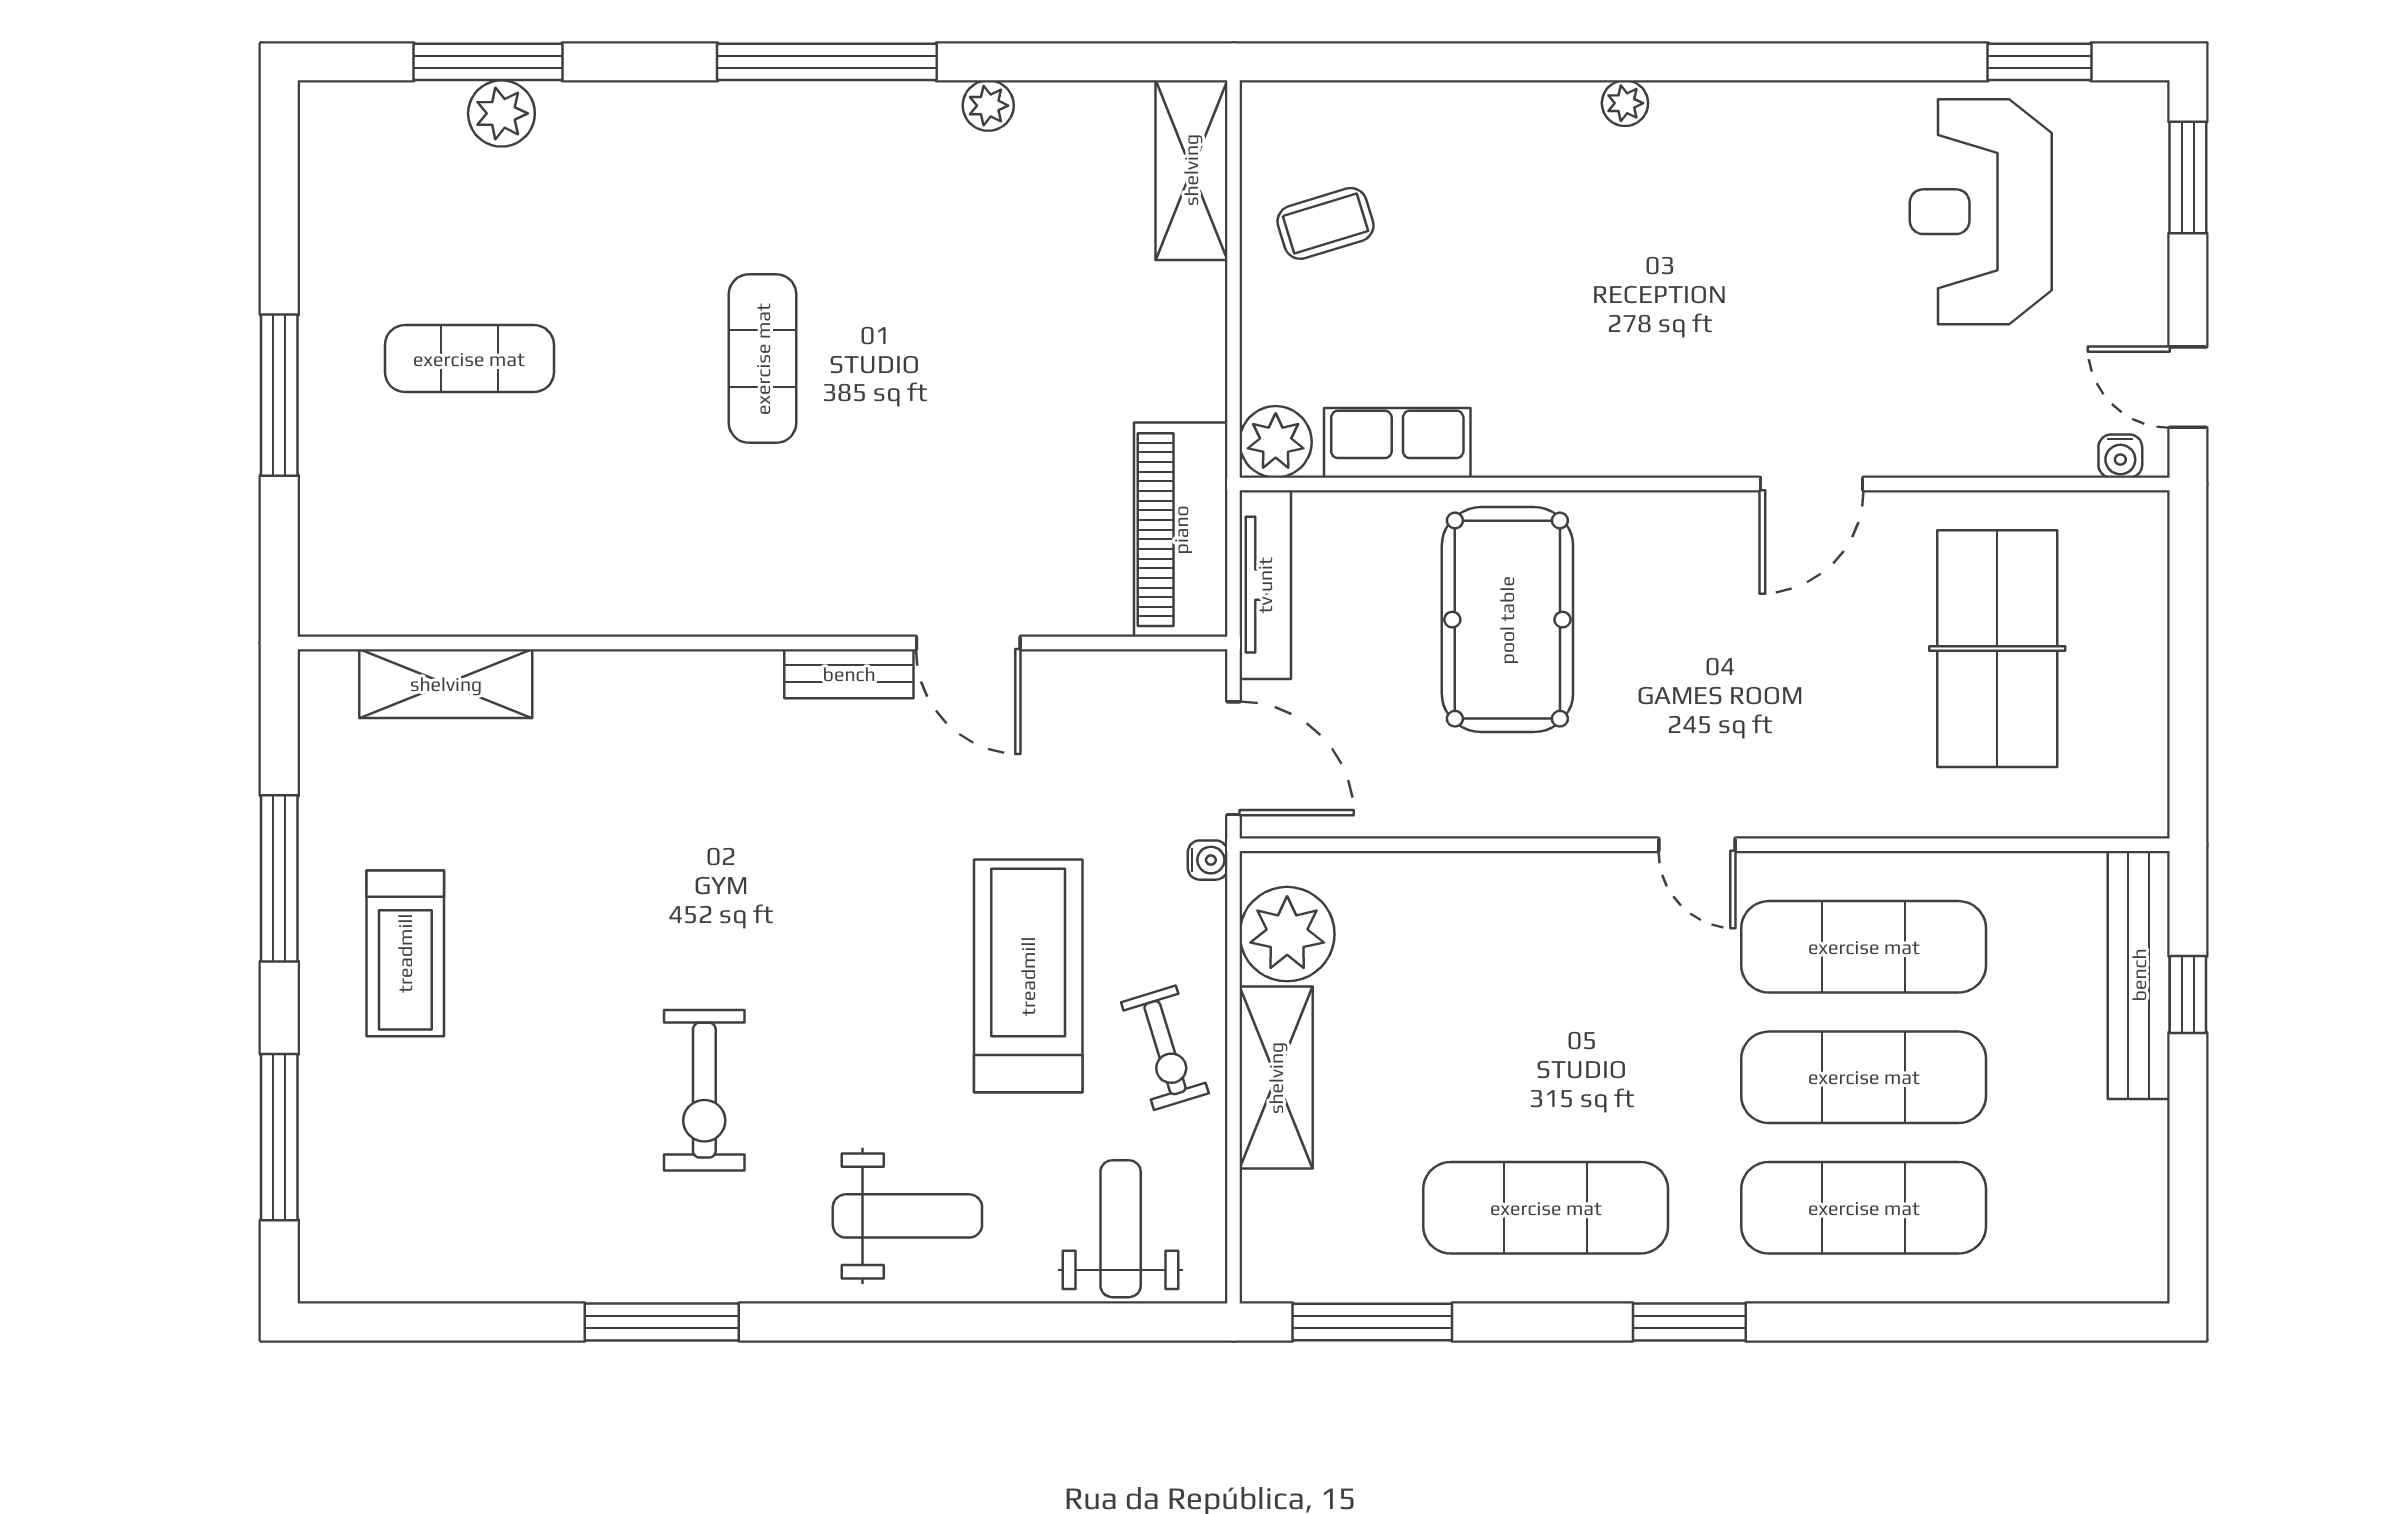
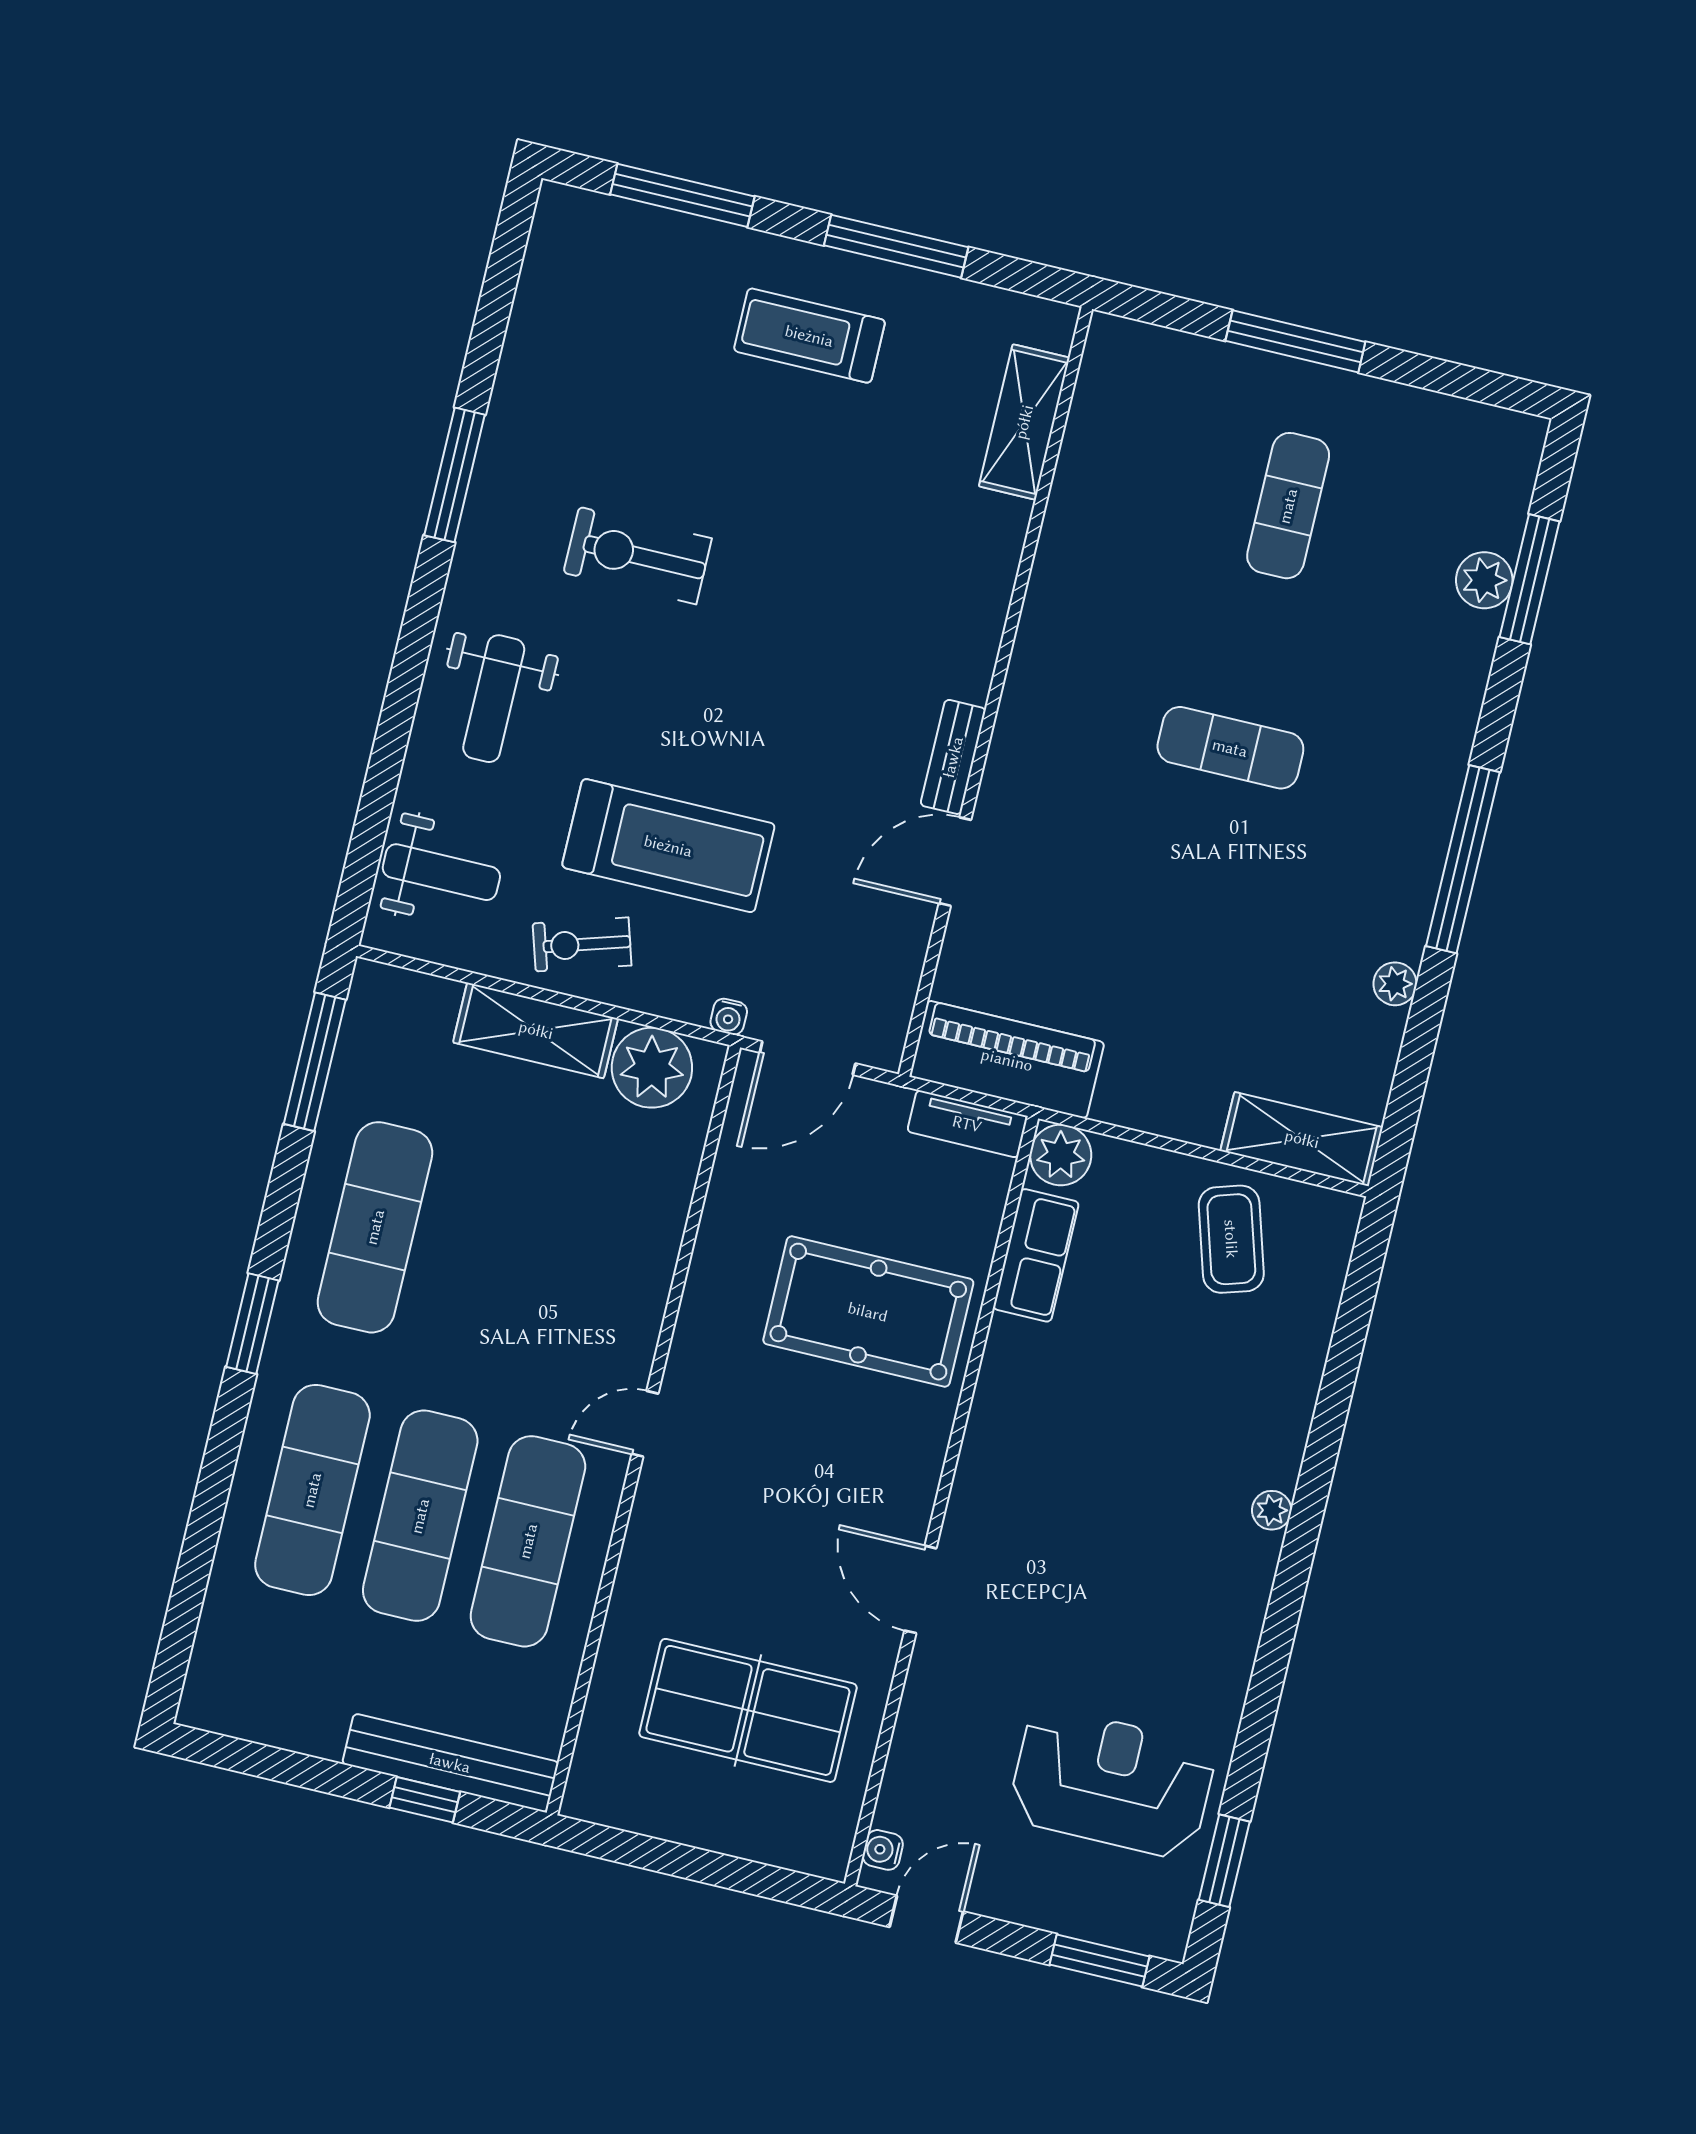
coffee table: (1325, 223) -> (1231, 1239), width x1.36, depth x1.30
tv unit: (1265, 585) -> (967, 1124), width x0.71

